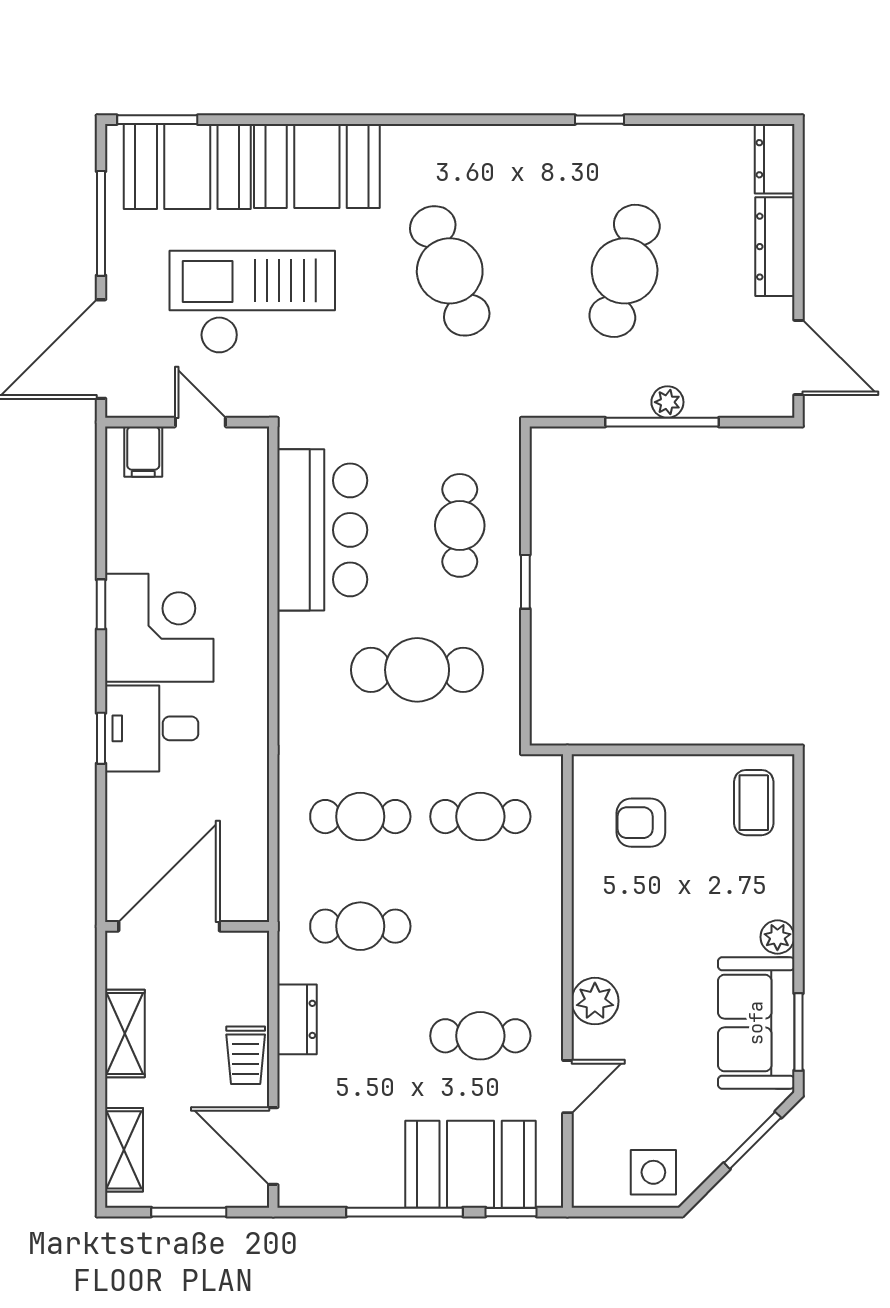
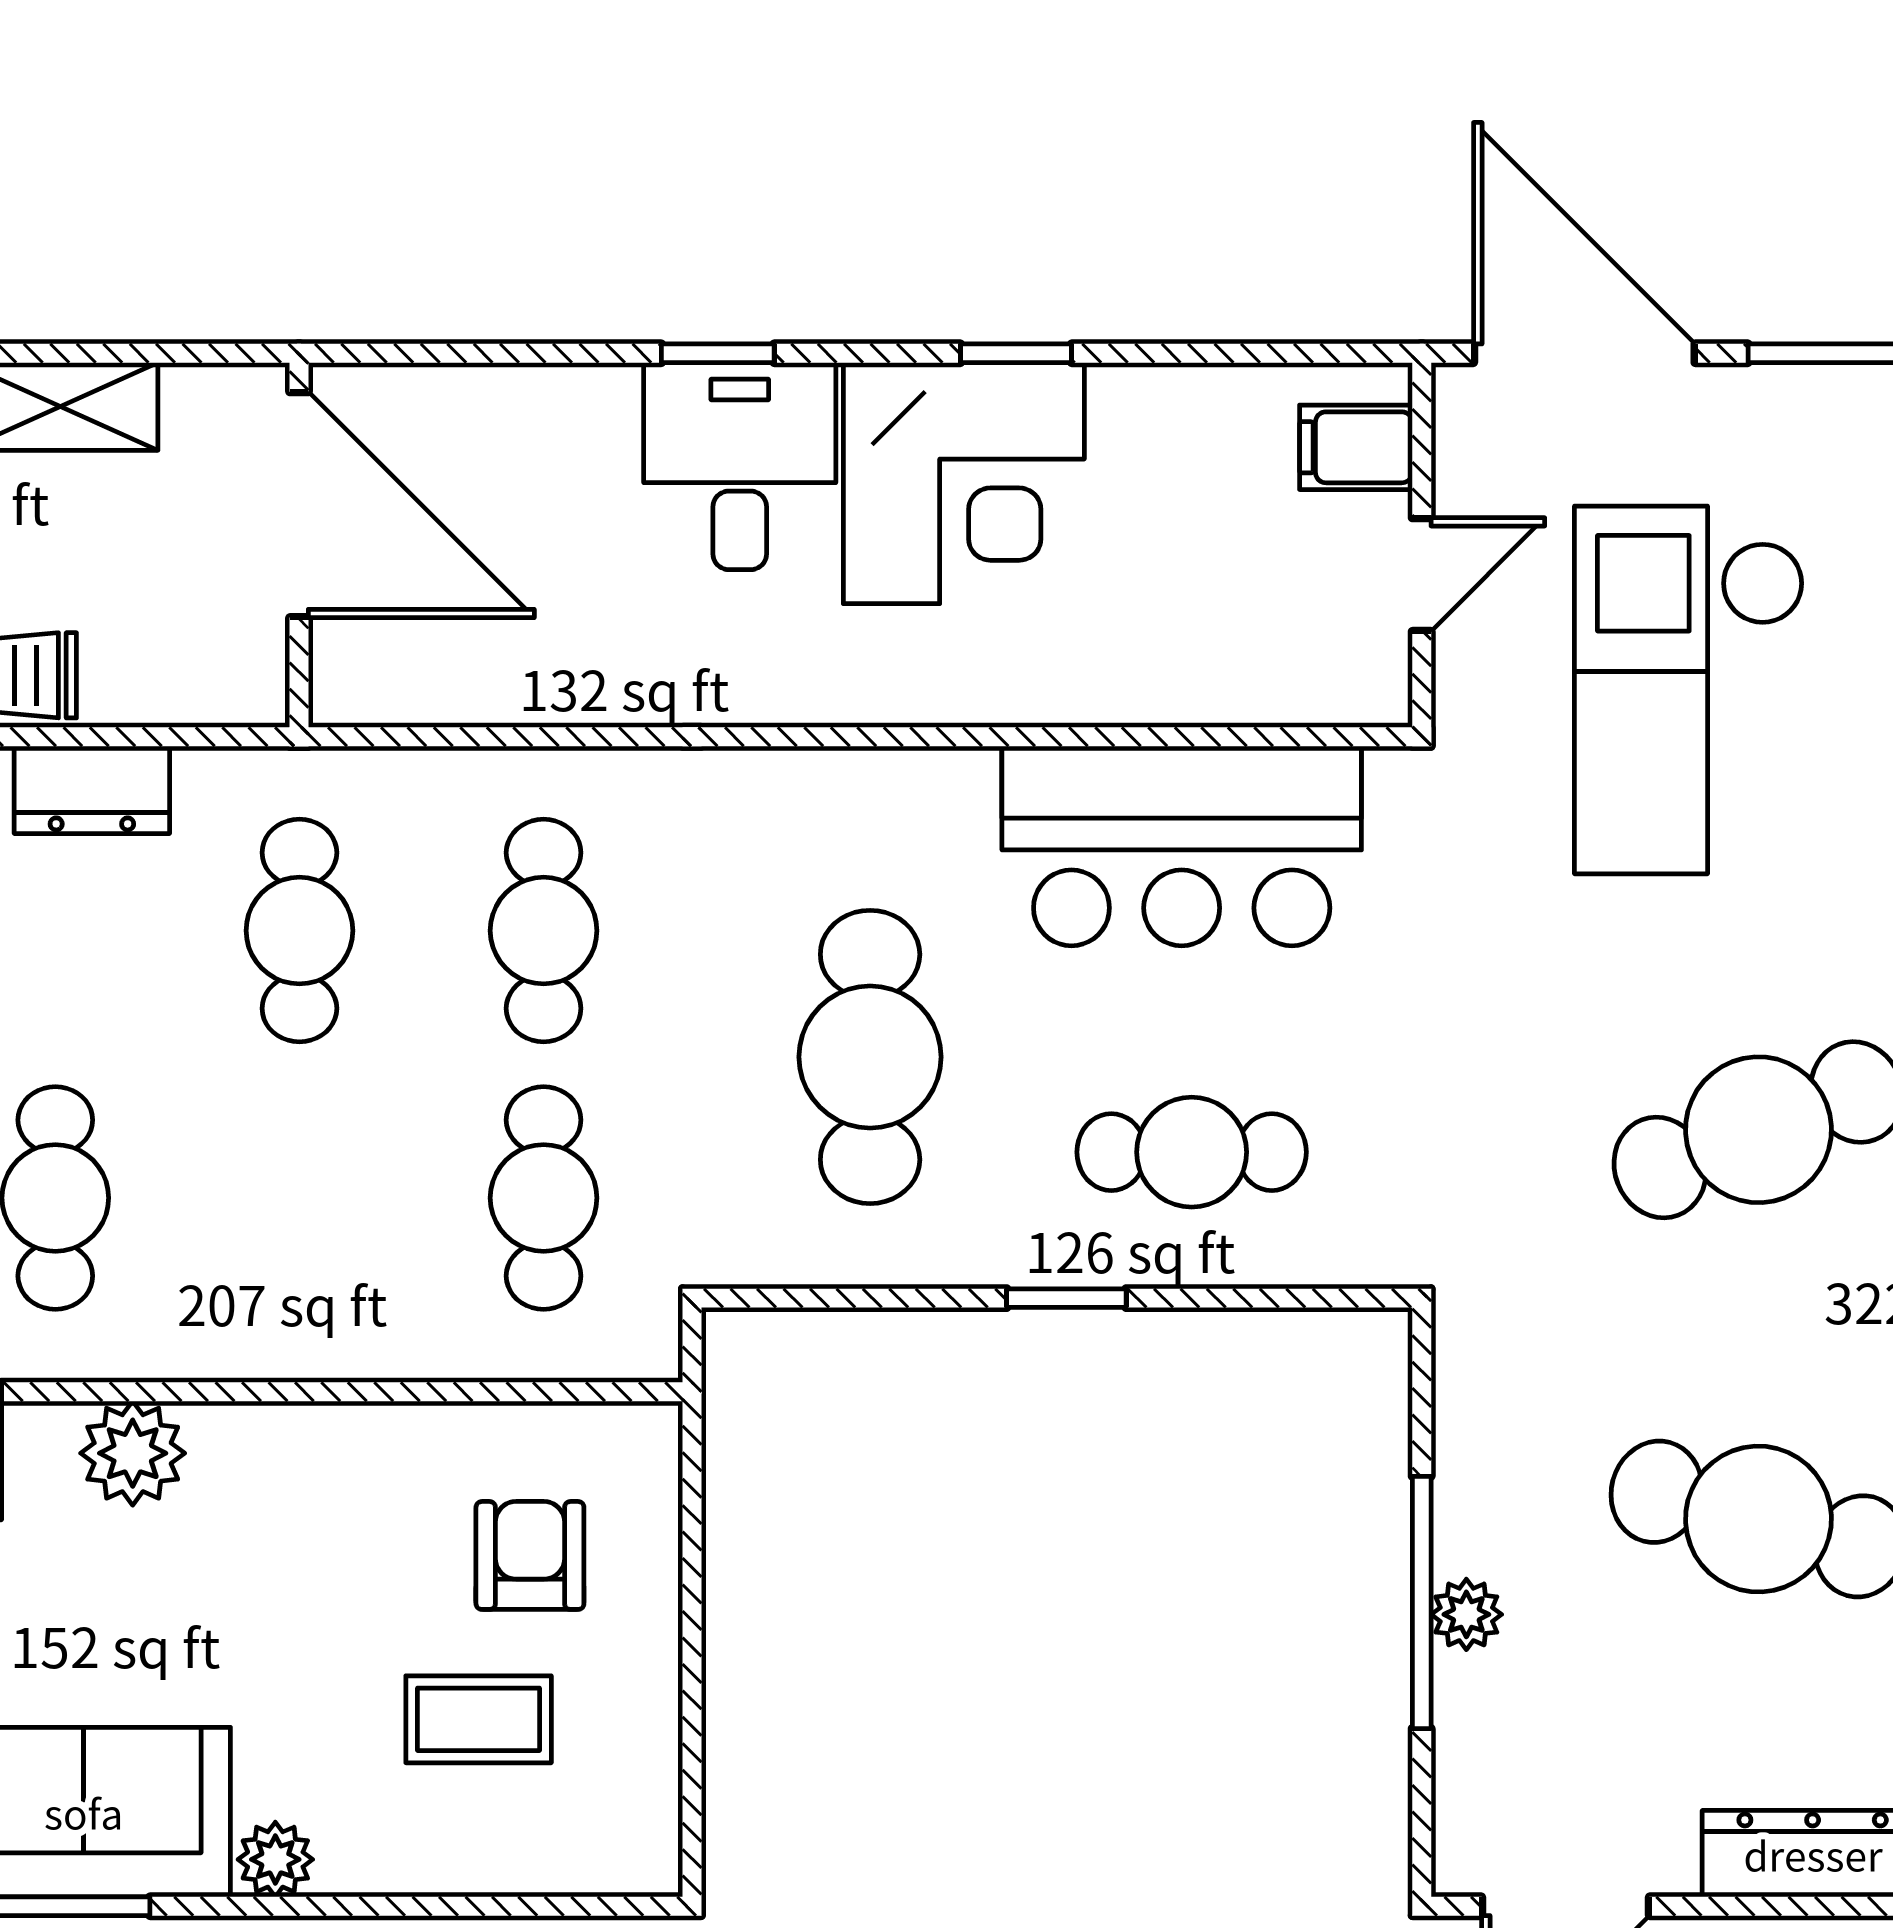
checkout: (252, 302) -> (1689, 690), turned 180
coffee table: (754, 803) -> (479, 1719), moved

